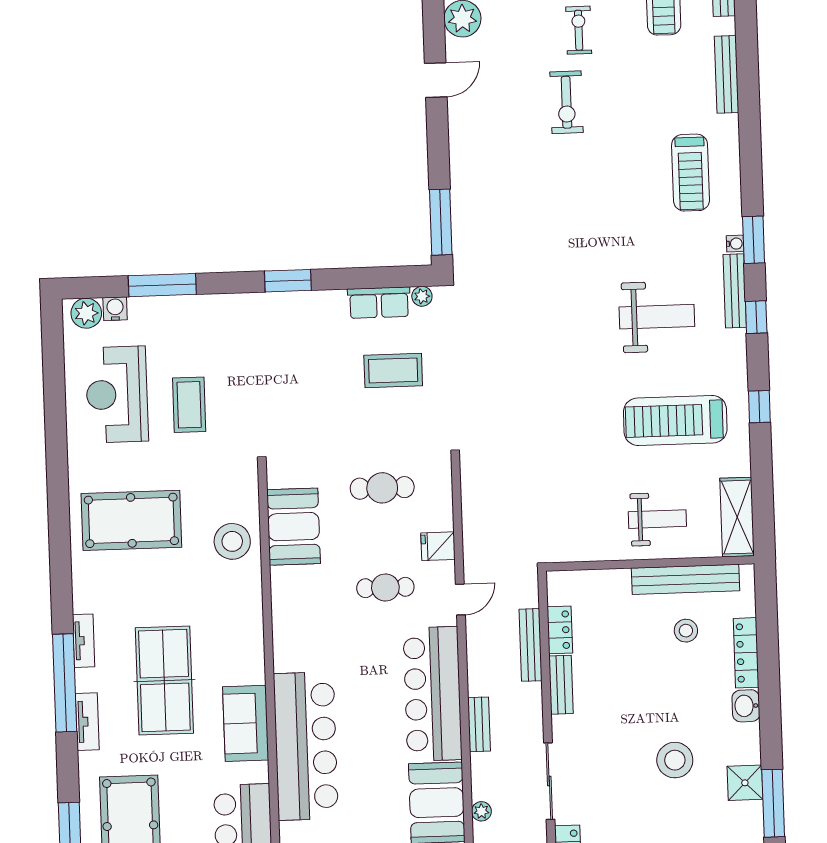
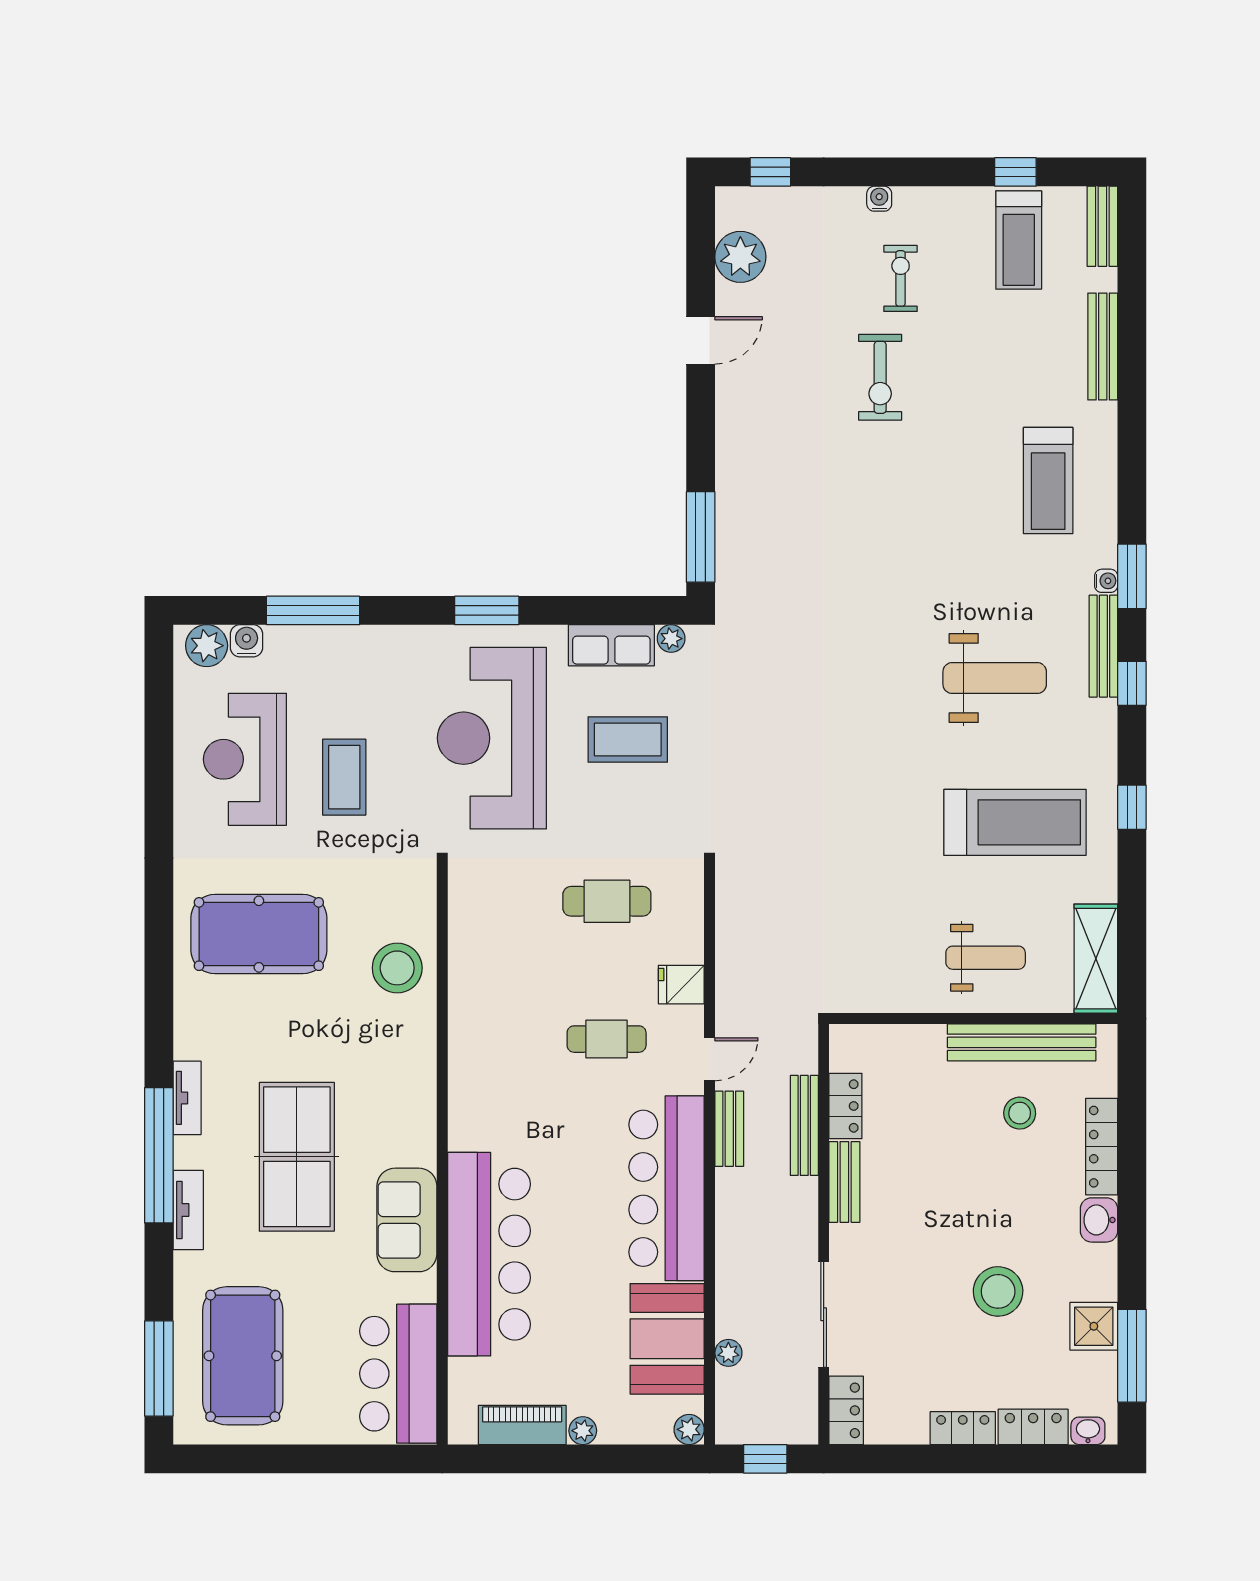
reception desk: (295, 373) -> (492, 738), added
treadmill: (675, 421) -> (1015, 822), turned 180
booth: (294, 527) -> (483, 951), removed
bench: (479, 724) -> (729, 1129), moved

